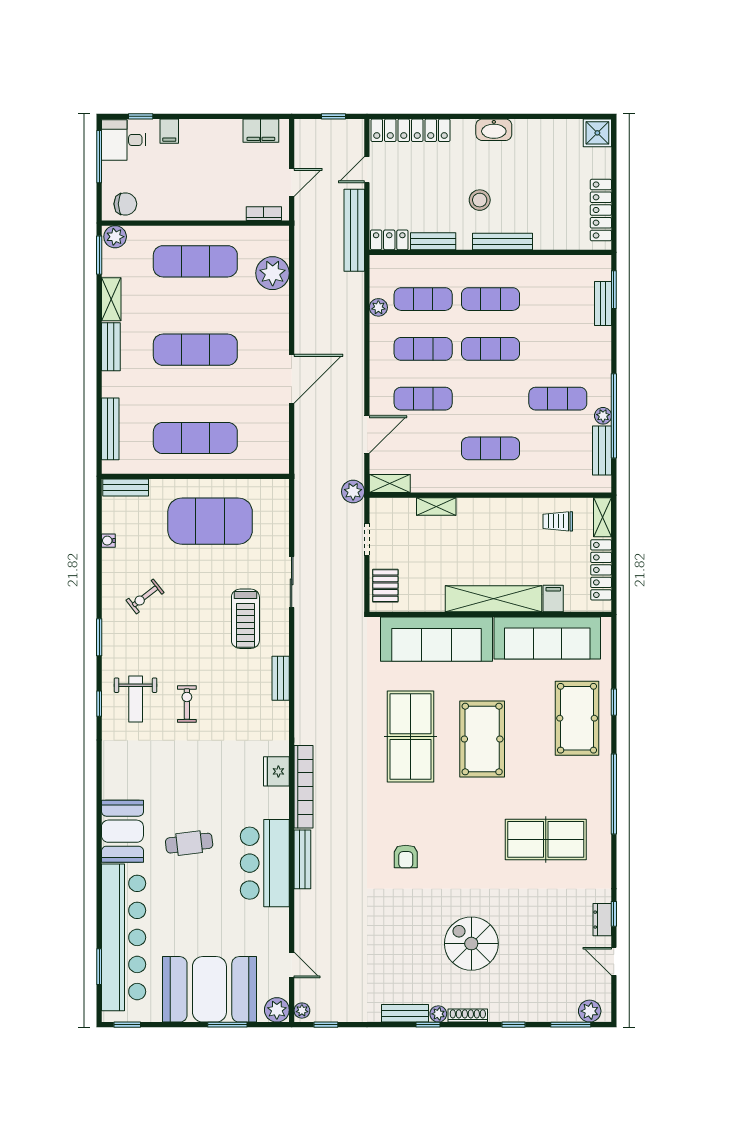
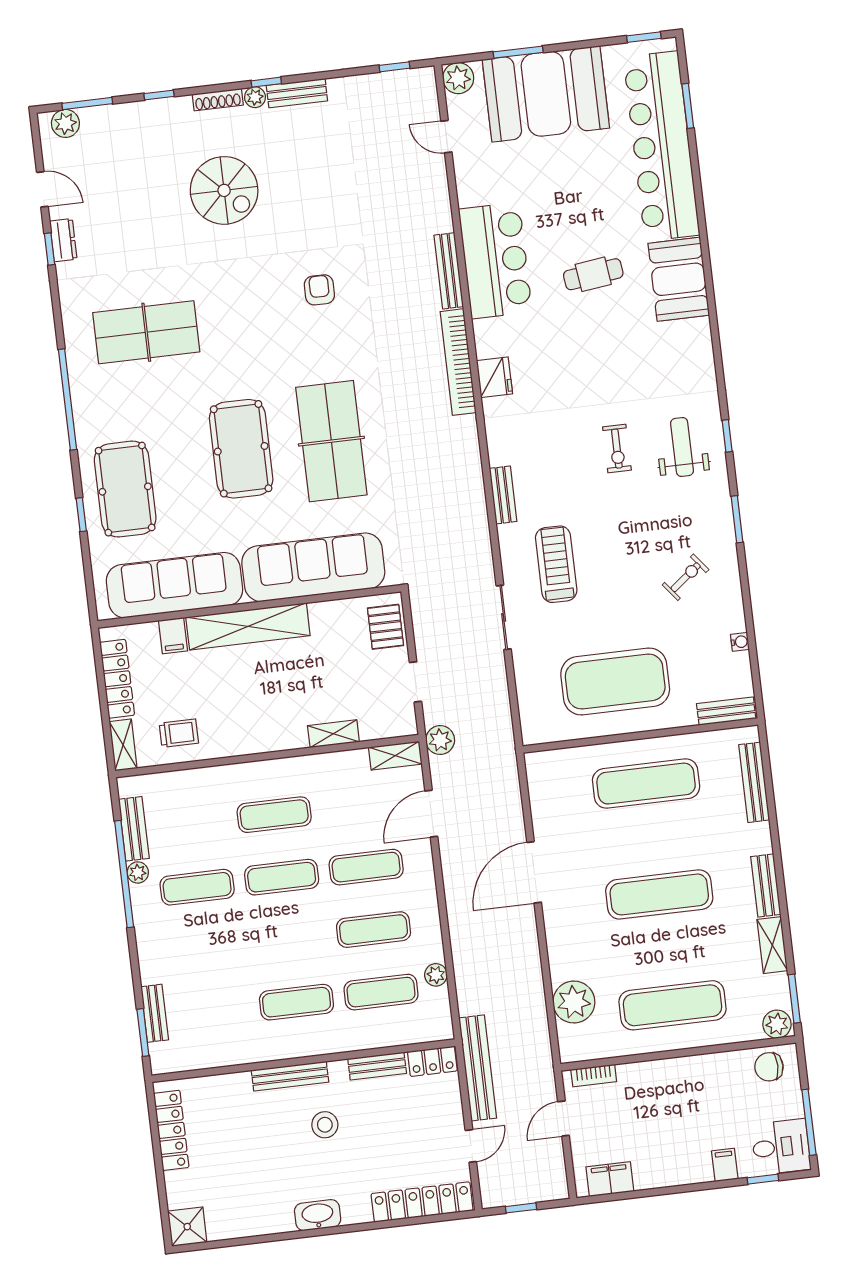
exercise mat: (490, 349) -> (282, 877), moved
plant: (302, 1011) -> (427, 81), removed

